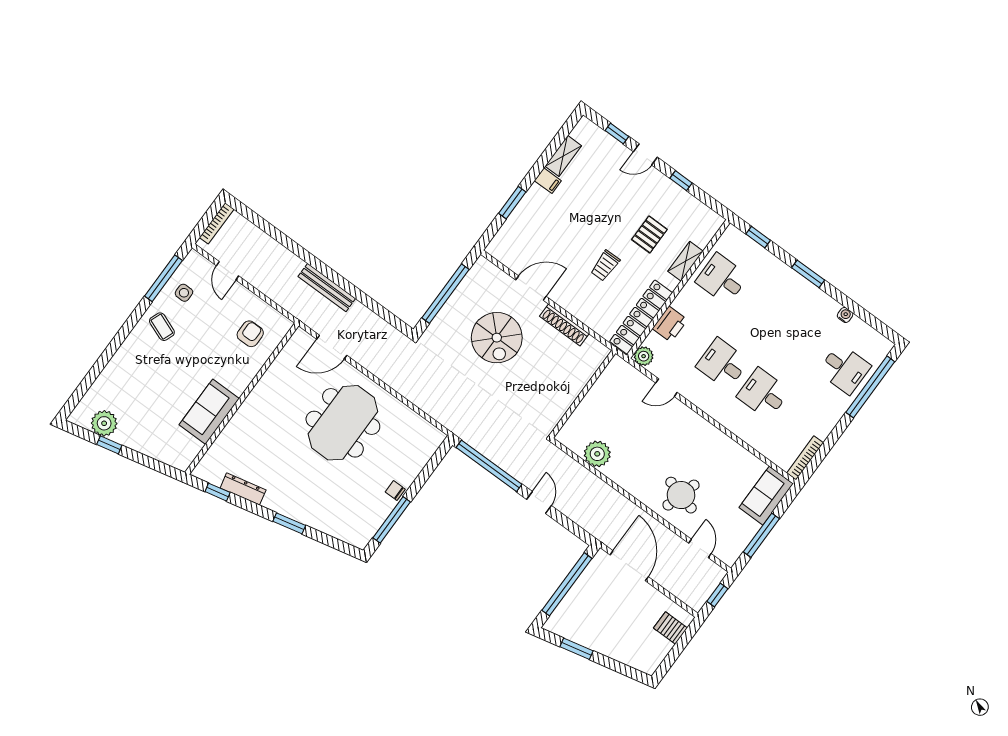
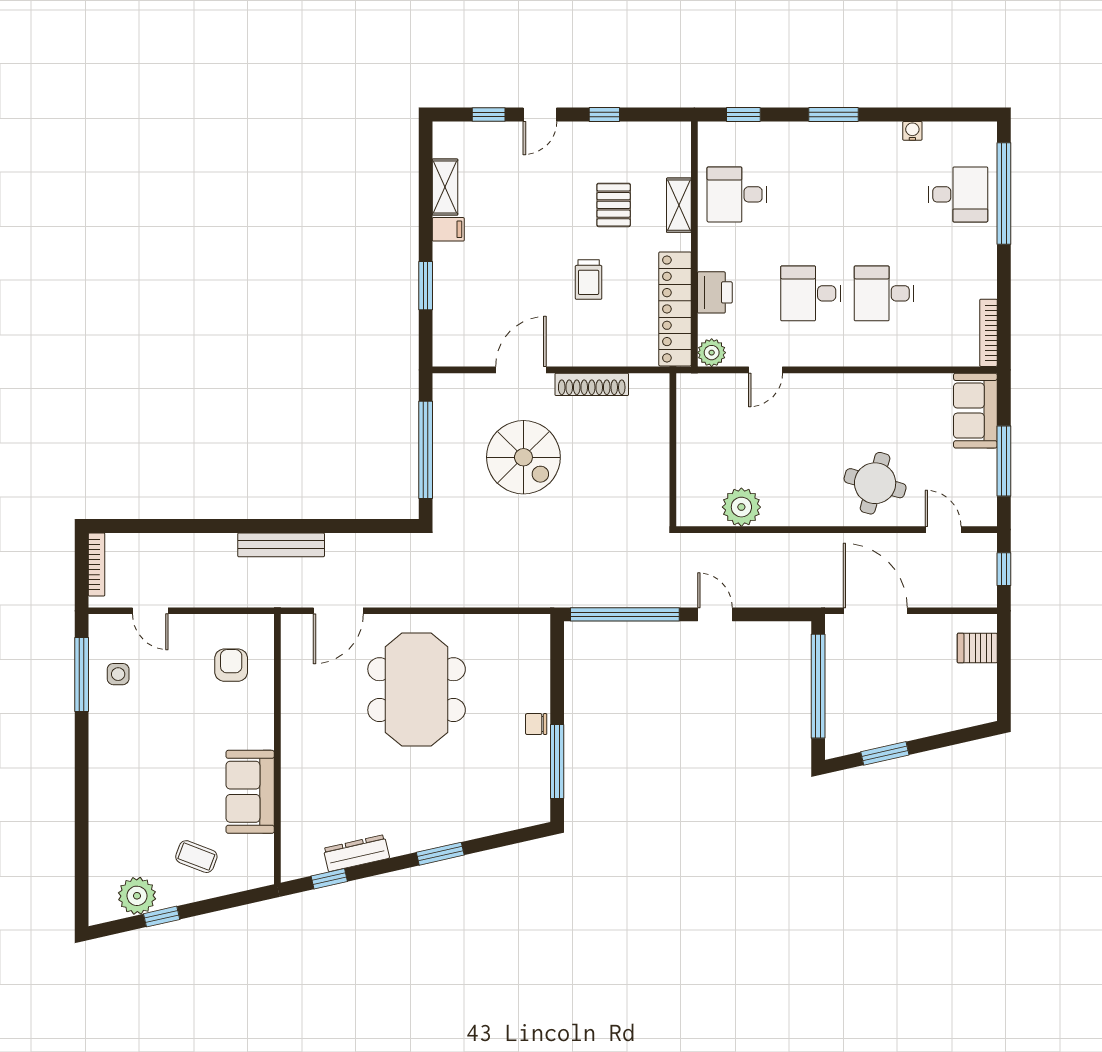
coffee table: (162, 327) -> (196, 857), moved

